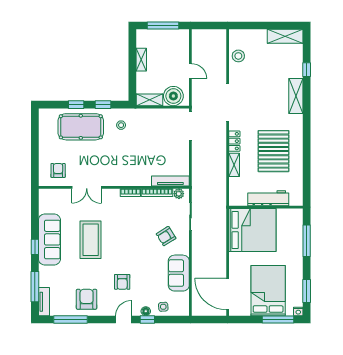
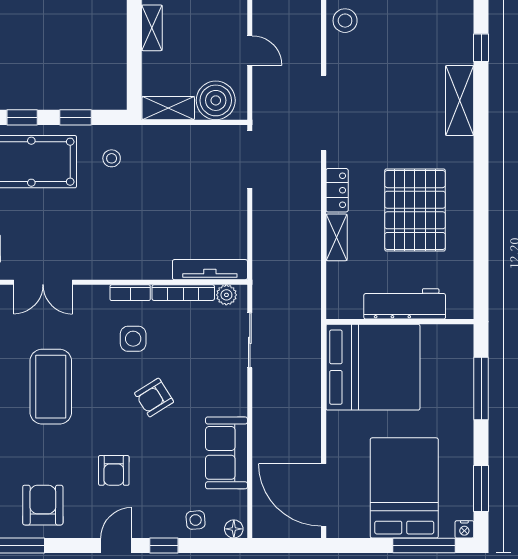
side table: (132, 216) -> (133, 339), added
armchair: (166, 236) -> (154, 398), moved
floor lamp: (146, 311) -> (234, 529), moved

